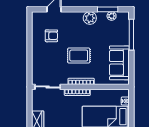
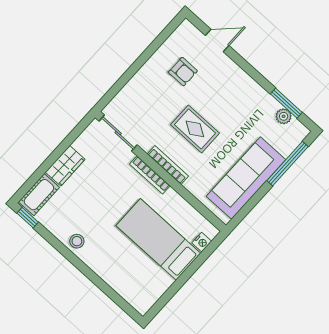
plant: (90, 18) -> (253, 94), removed
sofa: (119, 63) -> (246, 178), width x1.36

